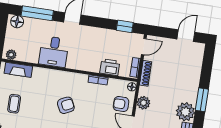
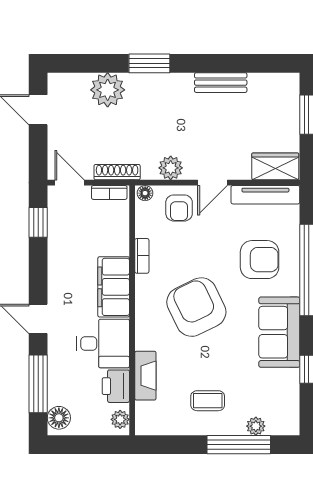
filing cabinet: (84, 62) -> (114, 287), added
printer: (110, 67) -> (116, 386), moved
fireplace: (18, 70) -> (145, 376), moved
armchair: (66, 105) -> (196, 307), width x1.88, depth x1.88
plant: (185, 112) -> (108, 90), moved

